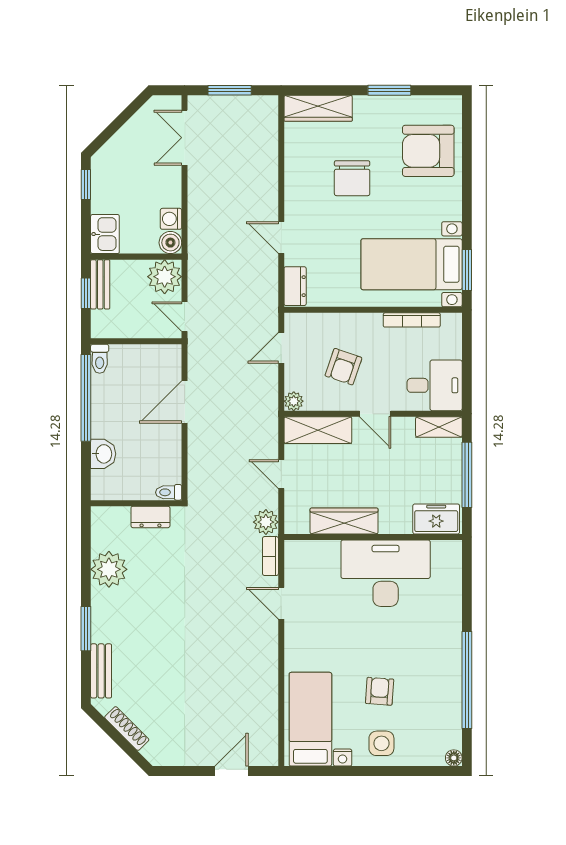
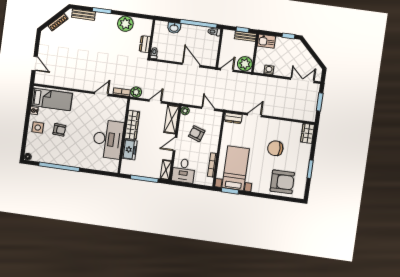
wardrobe: (318, 108) -> (307, 133), width x0.67
armchair: (428, 151) -> (282, 182), turned 89
boiler: (170, 243) -> (259, 68), removed
freezer: (436, 519) -> (130, 150), moved

